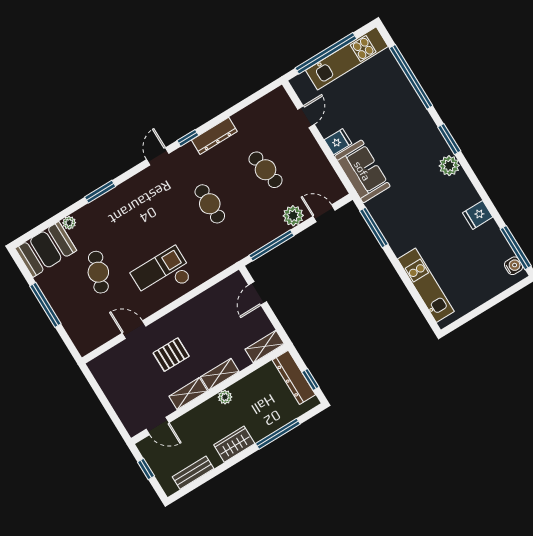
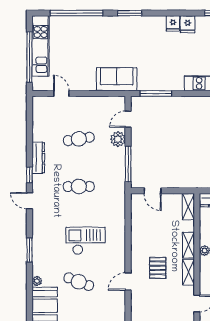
fridge: (338, 142) -> (173, 23), moved, turned 180
plant: (449, 166) -> (146, 23), removed
checkout: (162, 275) -> (86, 241), moved, turned 90

